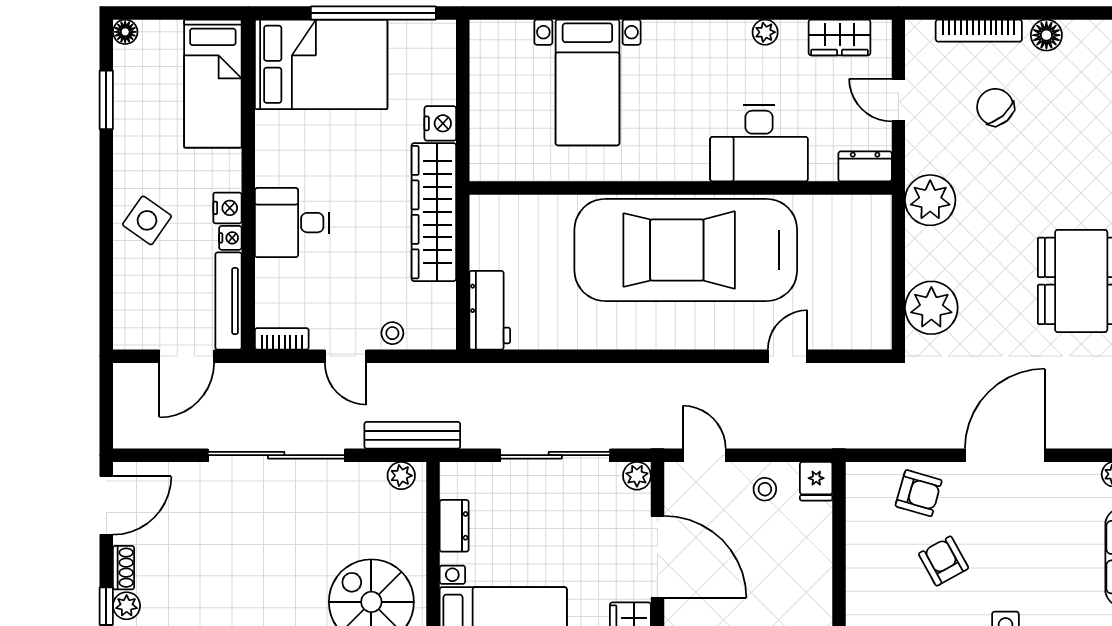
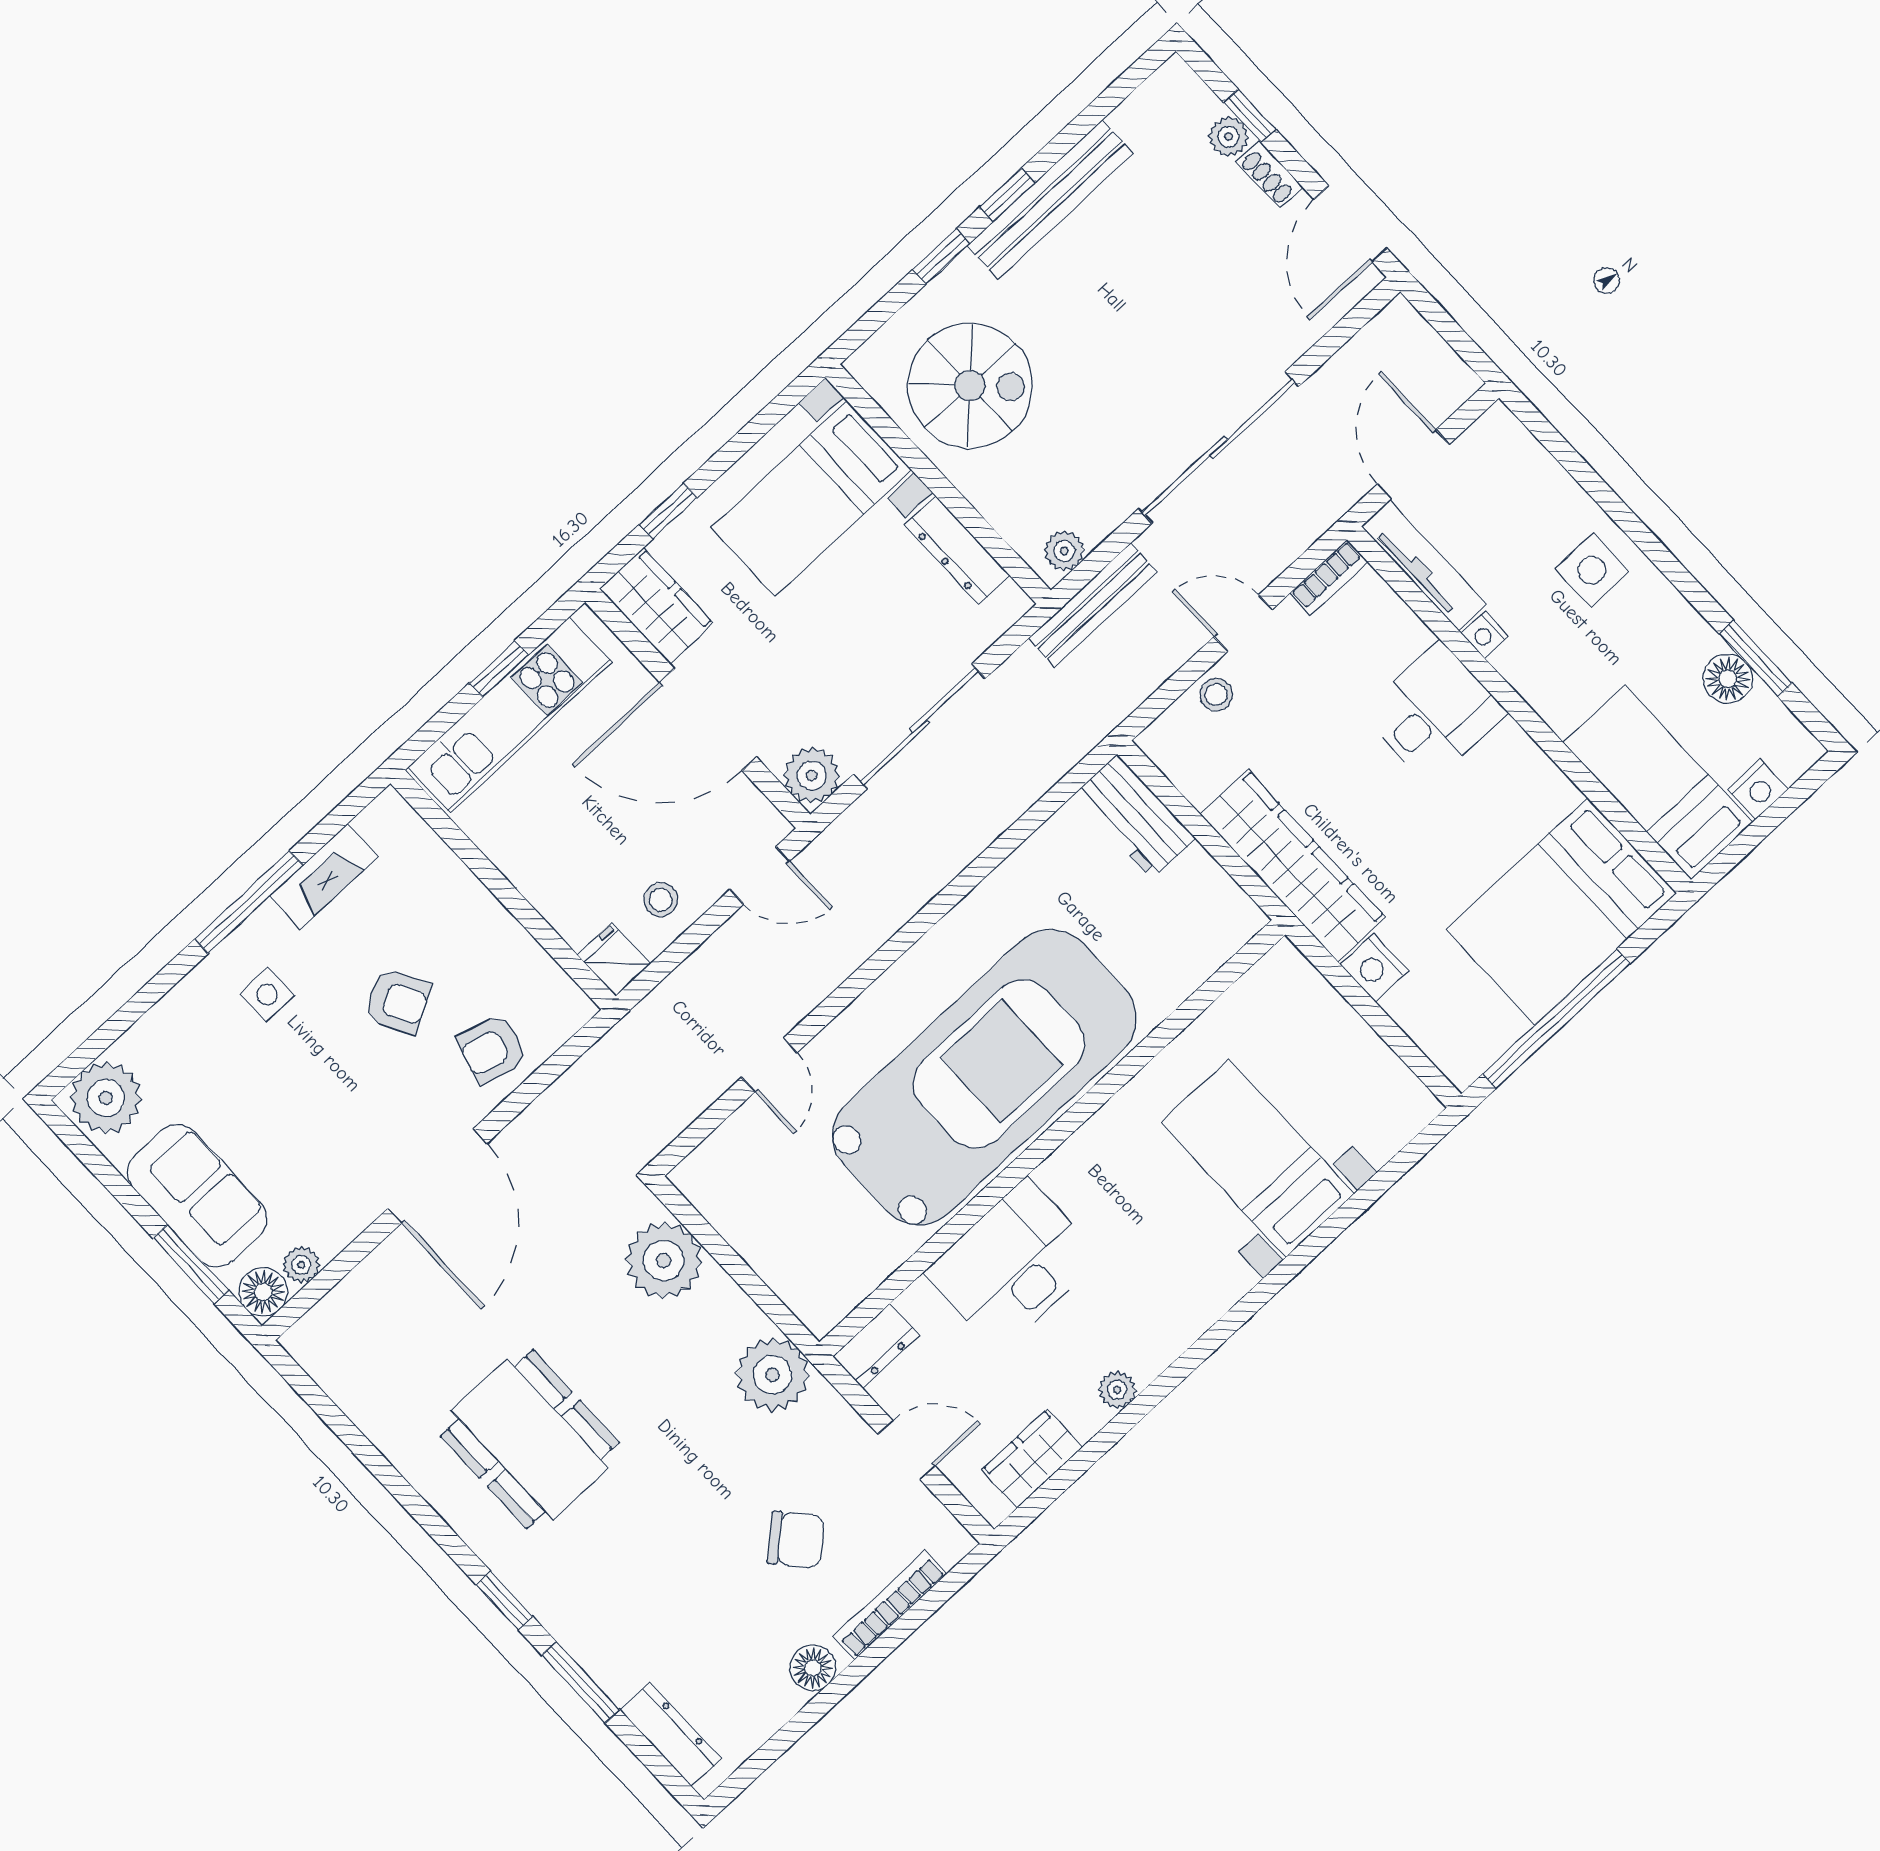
floor lamp: (125, 32) -> (1728, 679), moved, width x1.37, depth x1.37
nightstand: (227, 208) -> (1758, 789), moved, turned -90
side table: (147, 220) -> (1592, 570), turned -35
plant: (637, 476) -> (812, 775), width x1.38, depth x1.38
dresser: (454, 526) -> (957, 550), width x1.44

